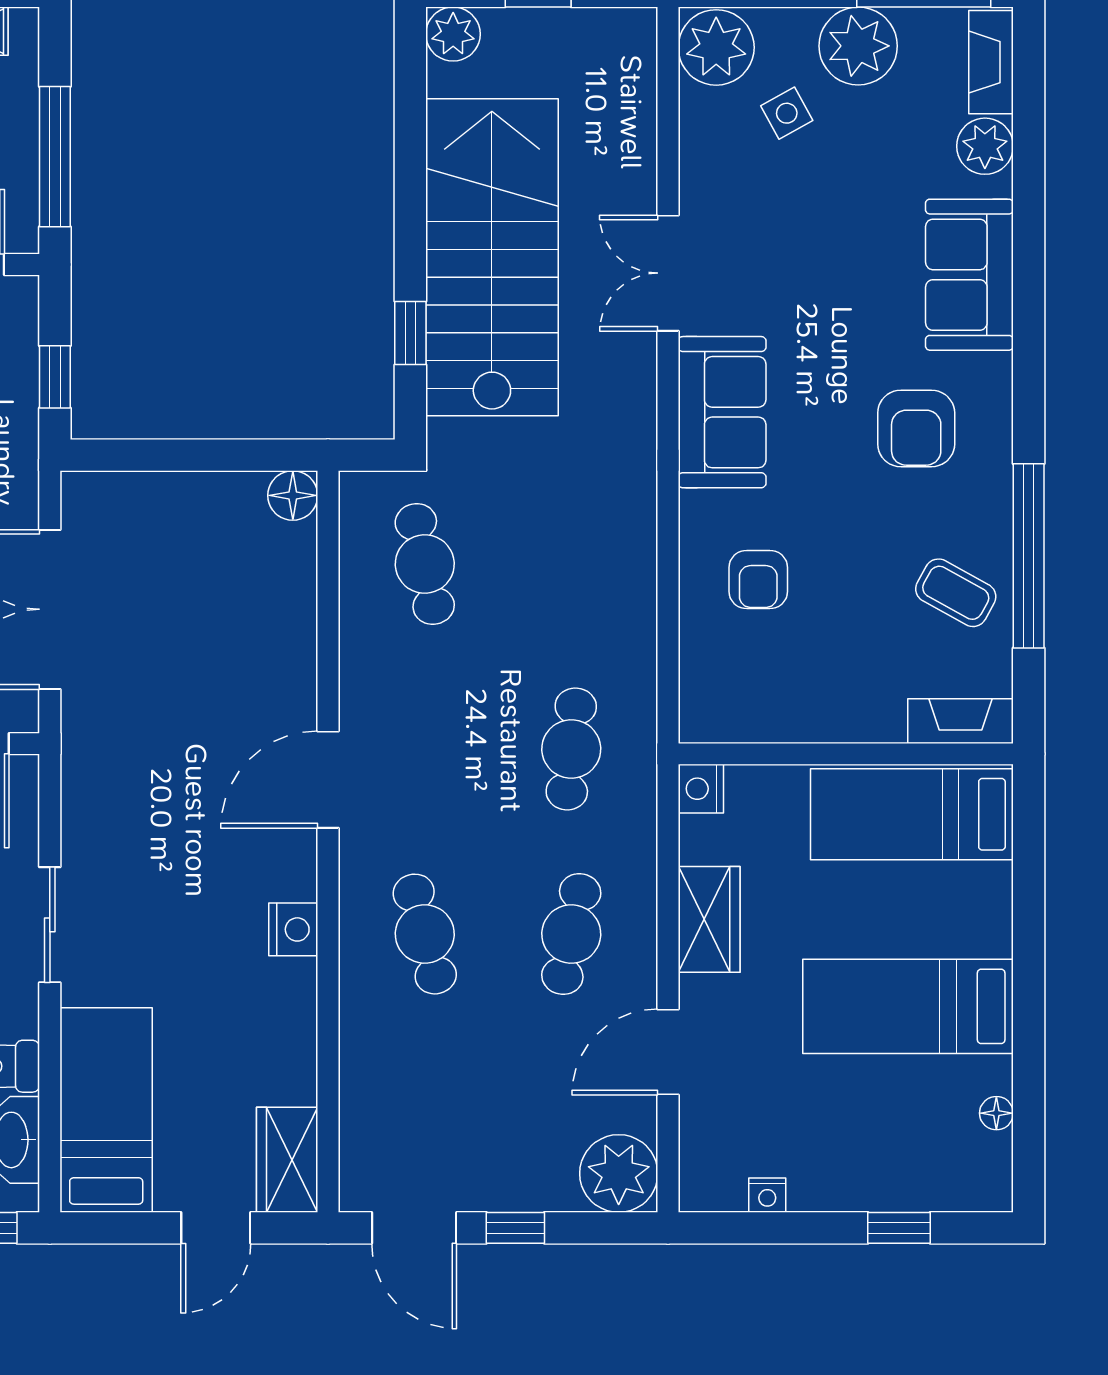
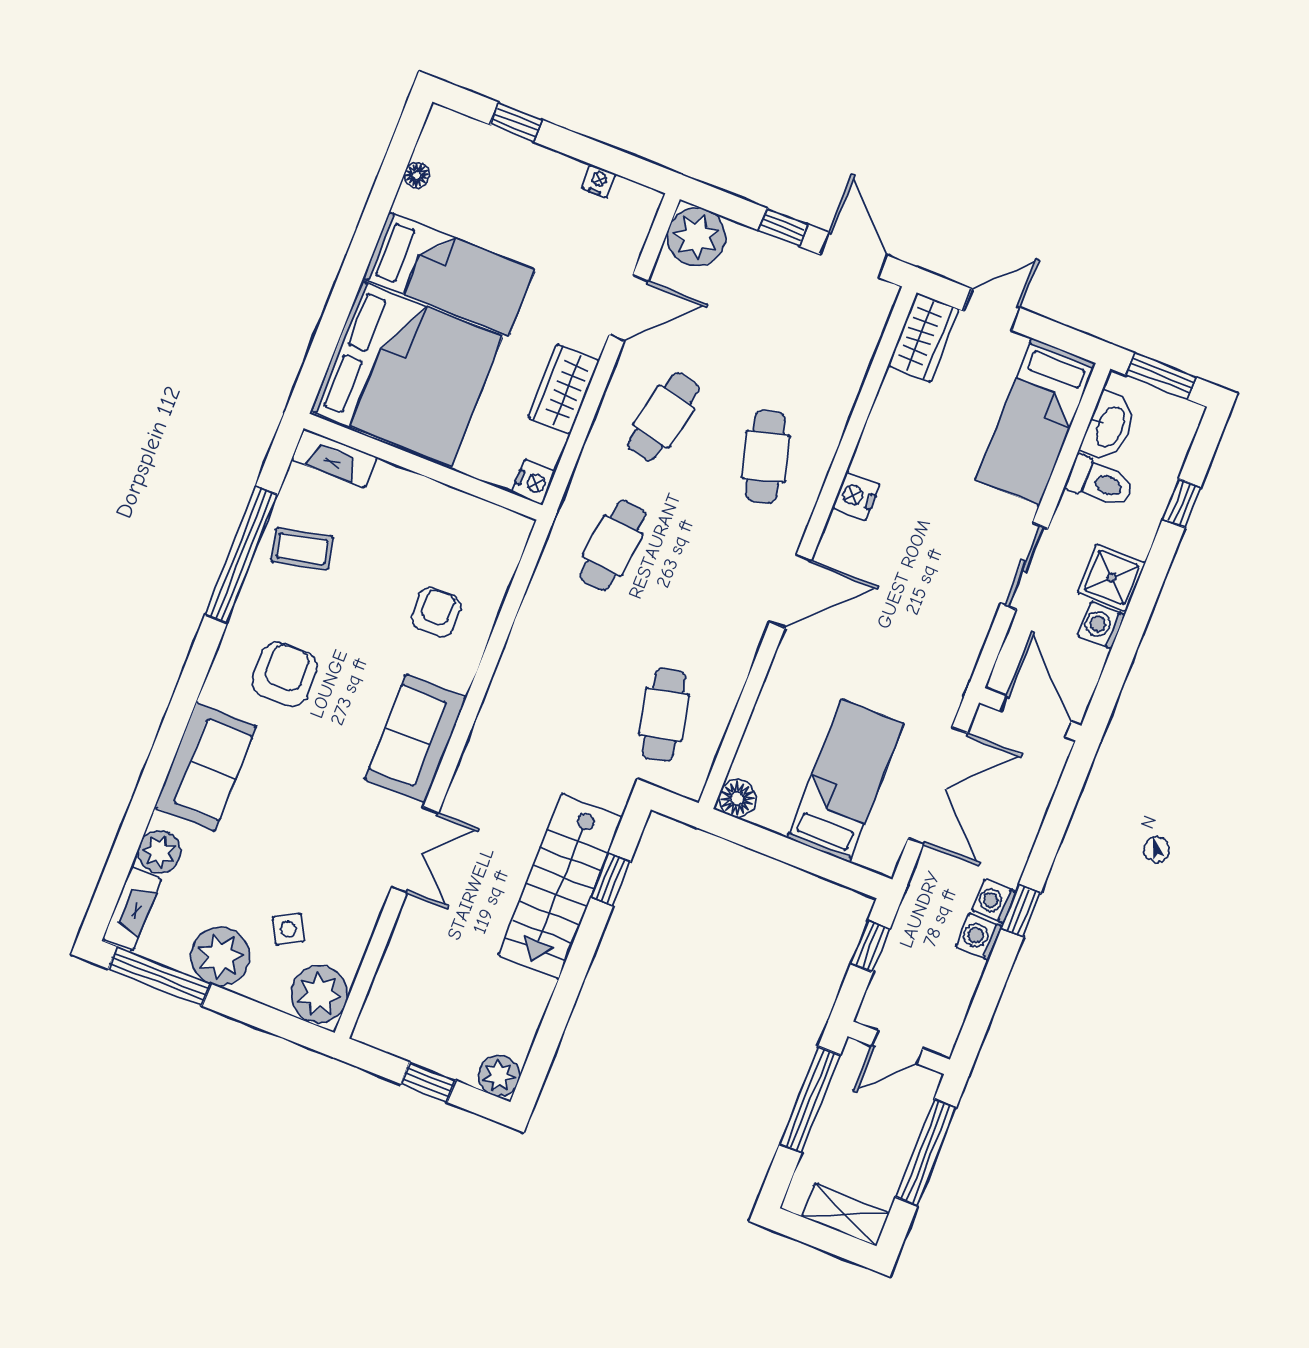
stairs: (492, 257) -> (560, 886), width x0.73, depth x0.66
bed: (167, 570) -> (845, 781), added
coffee table: (956, 593) -> (302, 549), turned -42
bed: (912, 814) -> (407, 373), width x2.04

